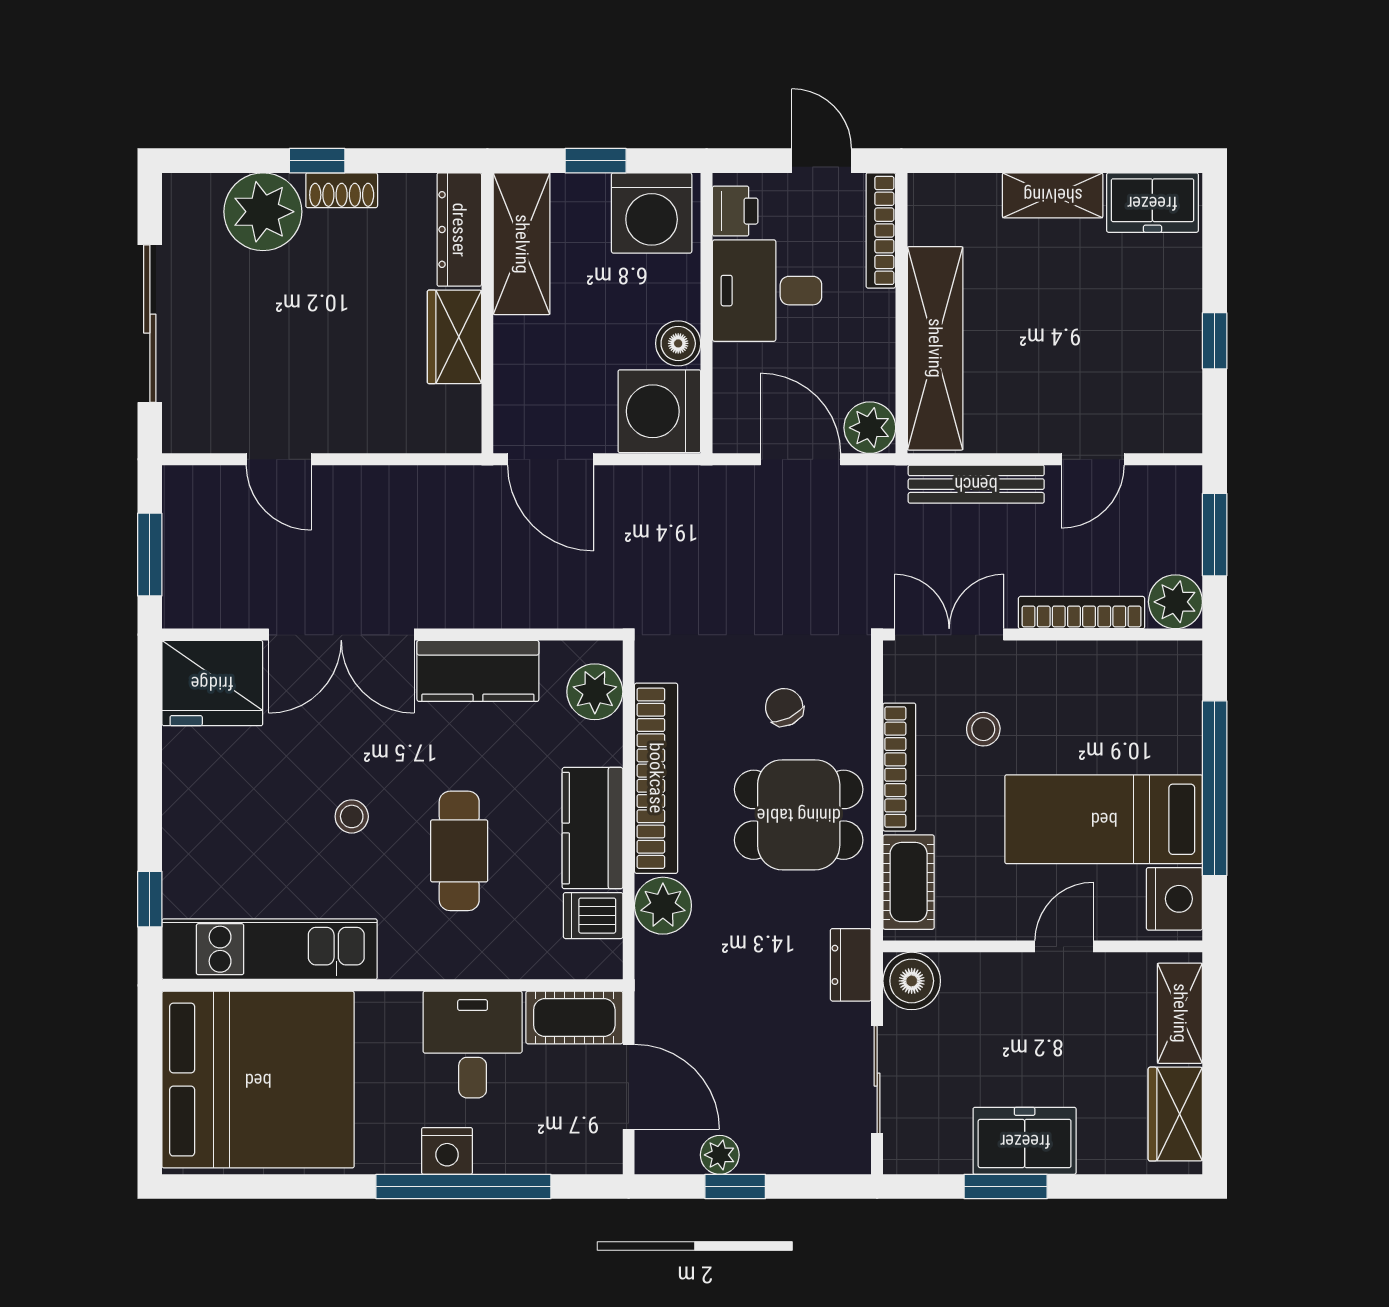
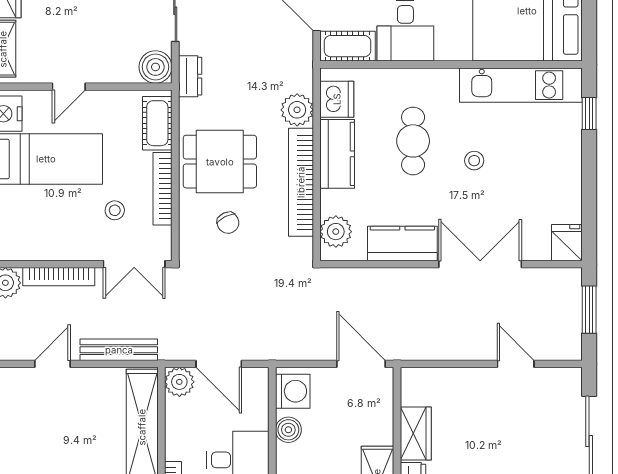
washing machine: (659, 411) -> (293, 391), width x0.73, depth x0.73
fridge: (212, 683) -> (567, 243), width x0.53, depth x0.75
dishwasher: (593, 916) -> (337, 99), width x1.38

